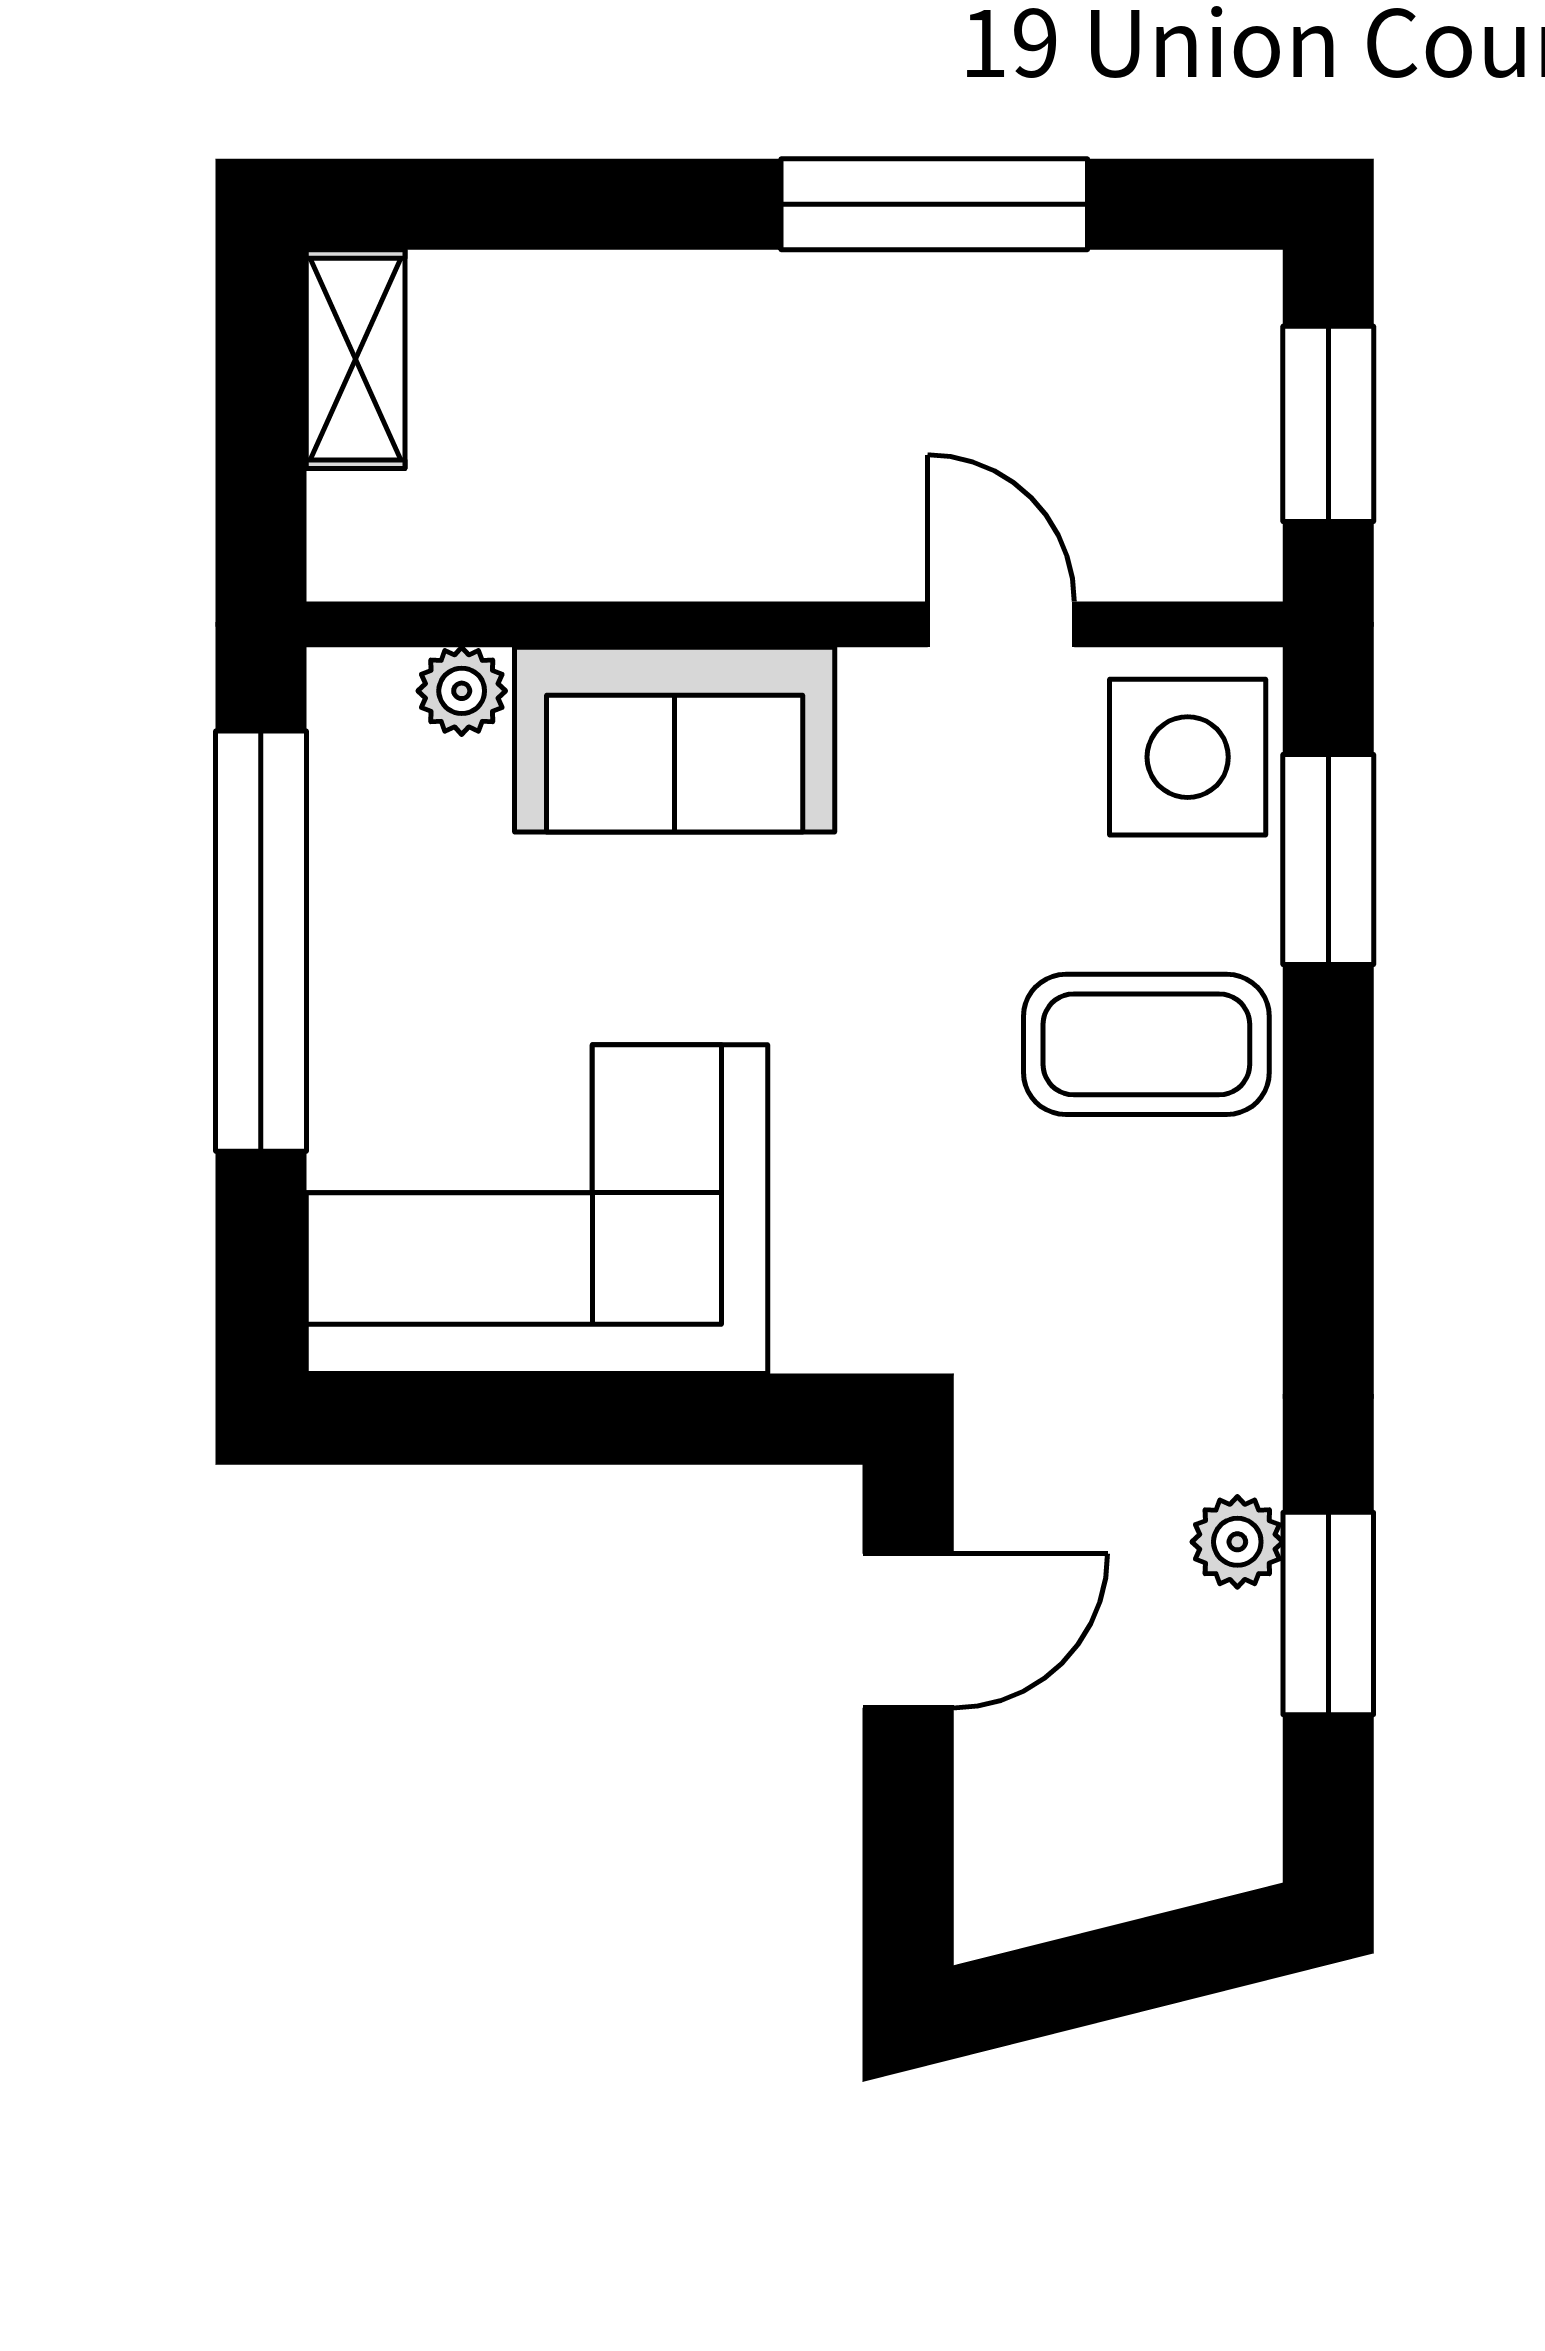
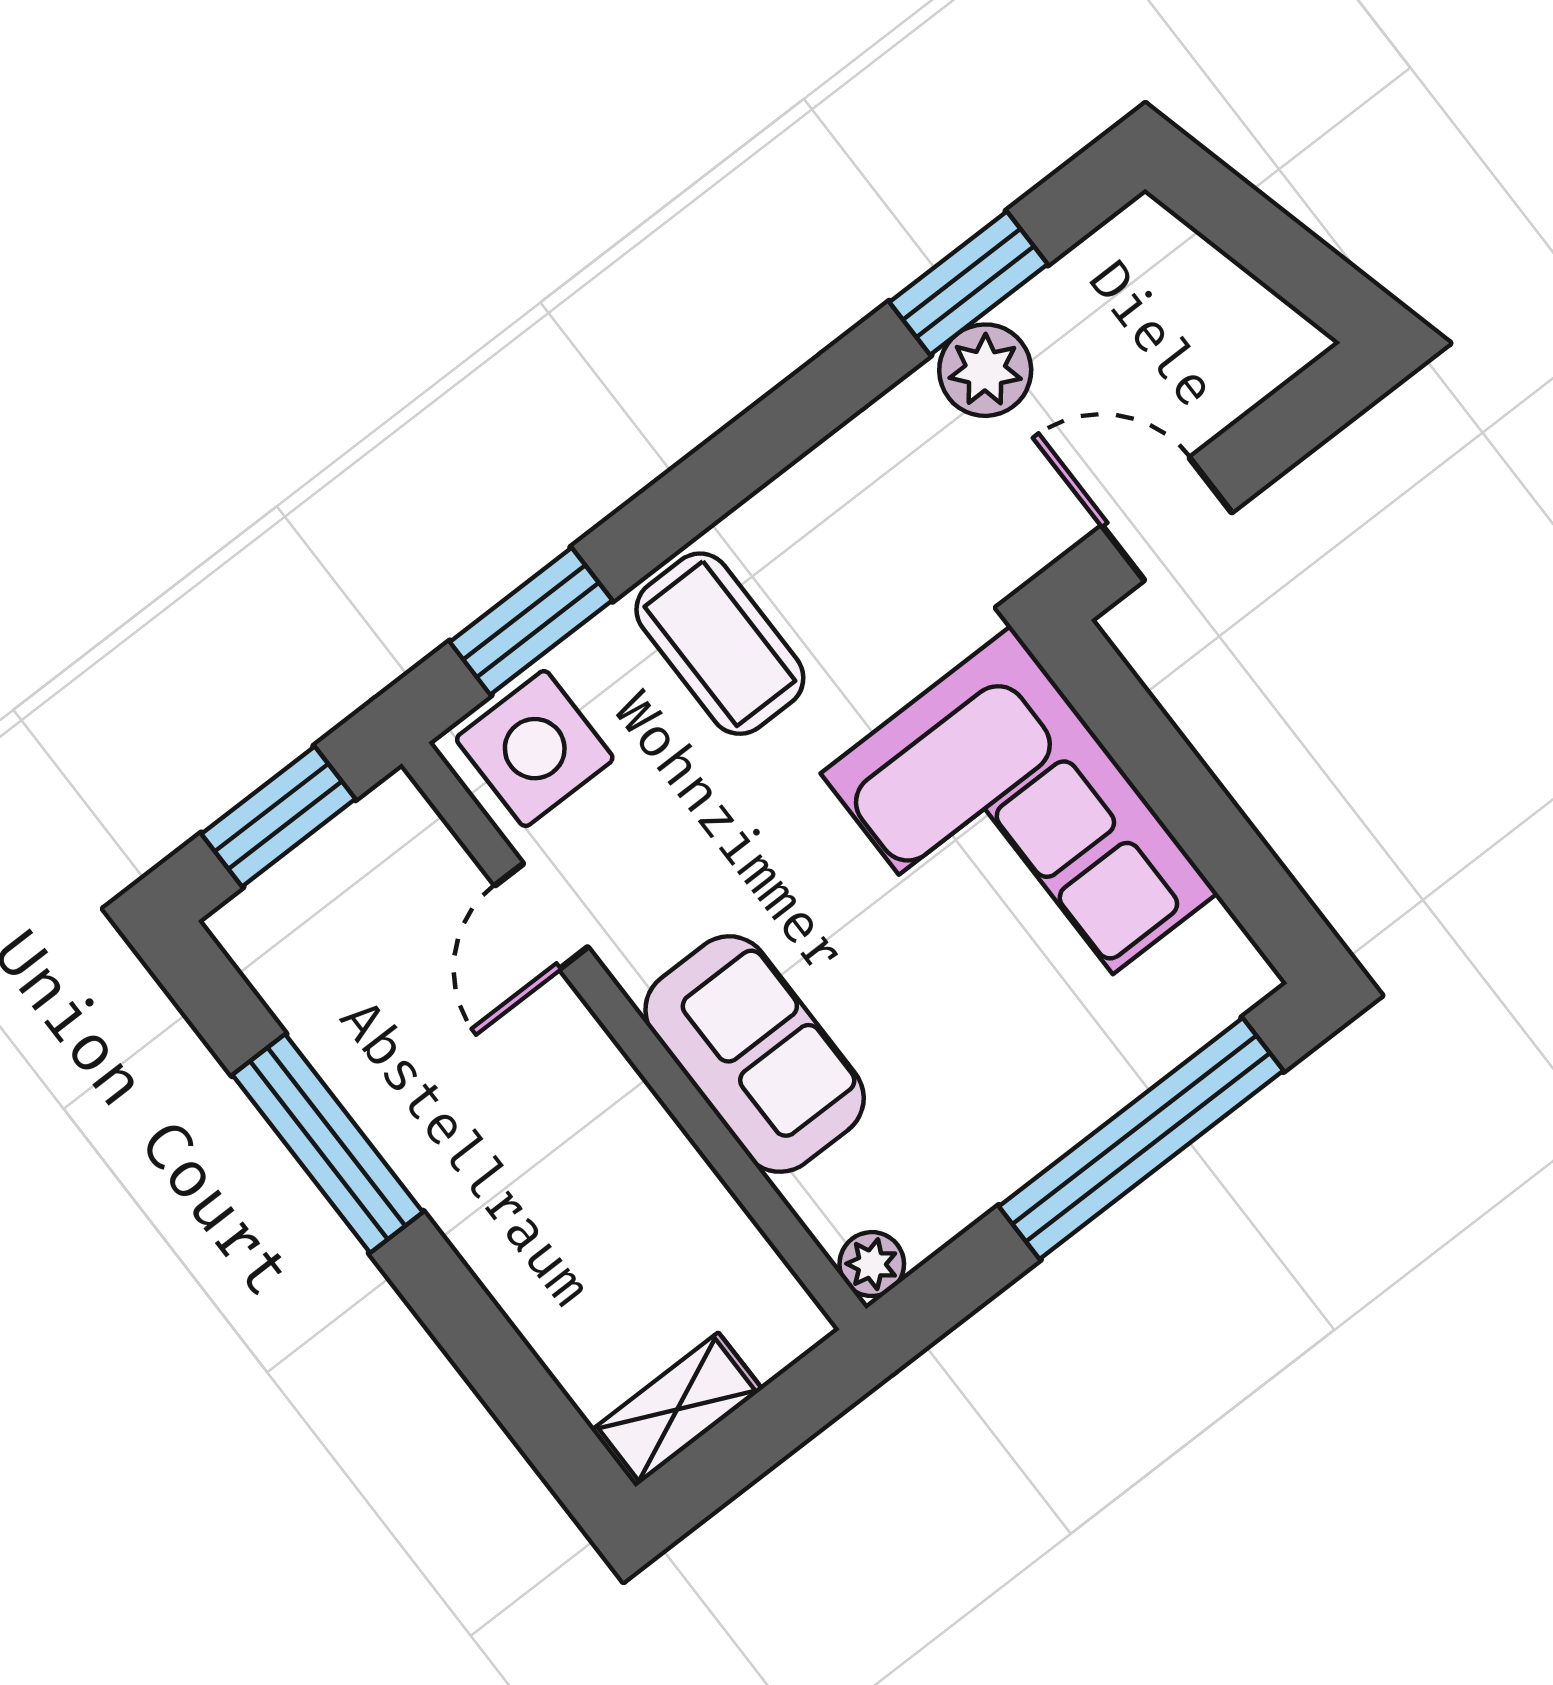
plant: (462, 691) -> (872, 1264), moved
window: (261, 941) -> (1141, 1139), moved
corner sofa: (537, 1209) -> (1019, 833), moved
plant: (1237, 1542) -> (985, 370), width x1.38, depth x1.38

